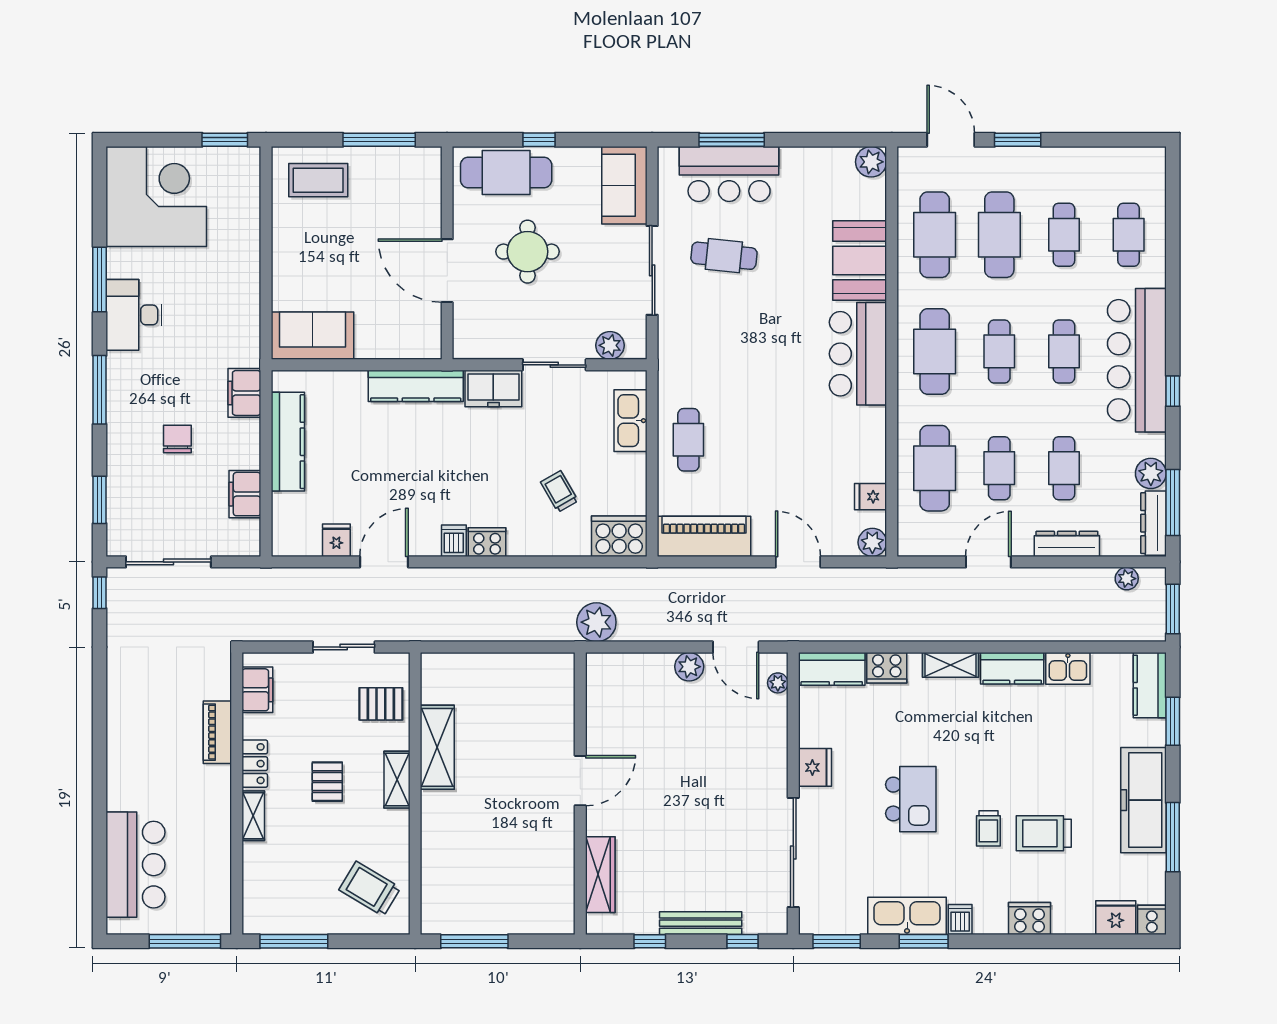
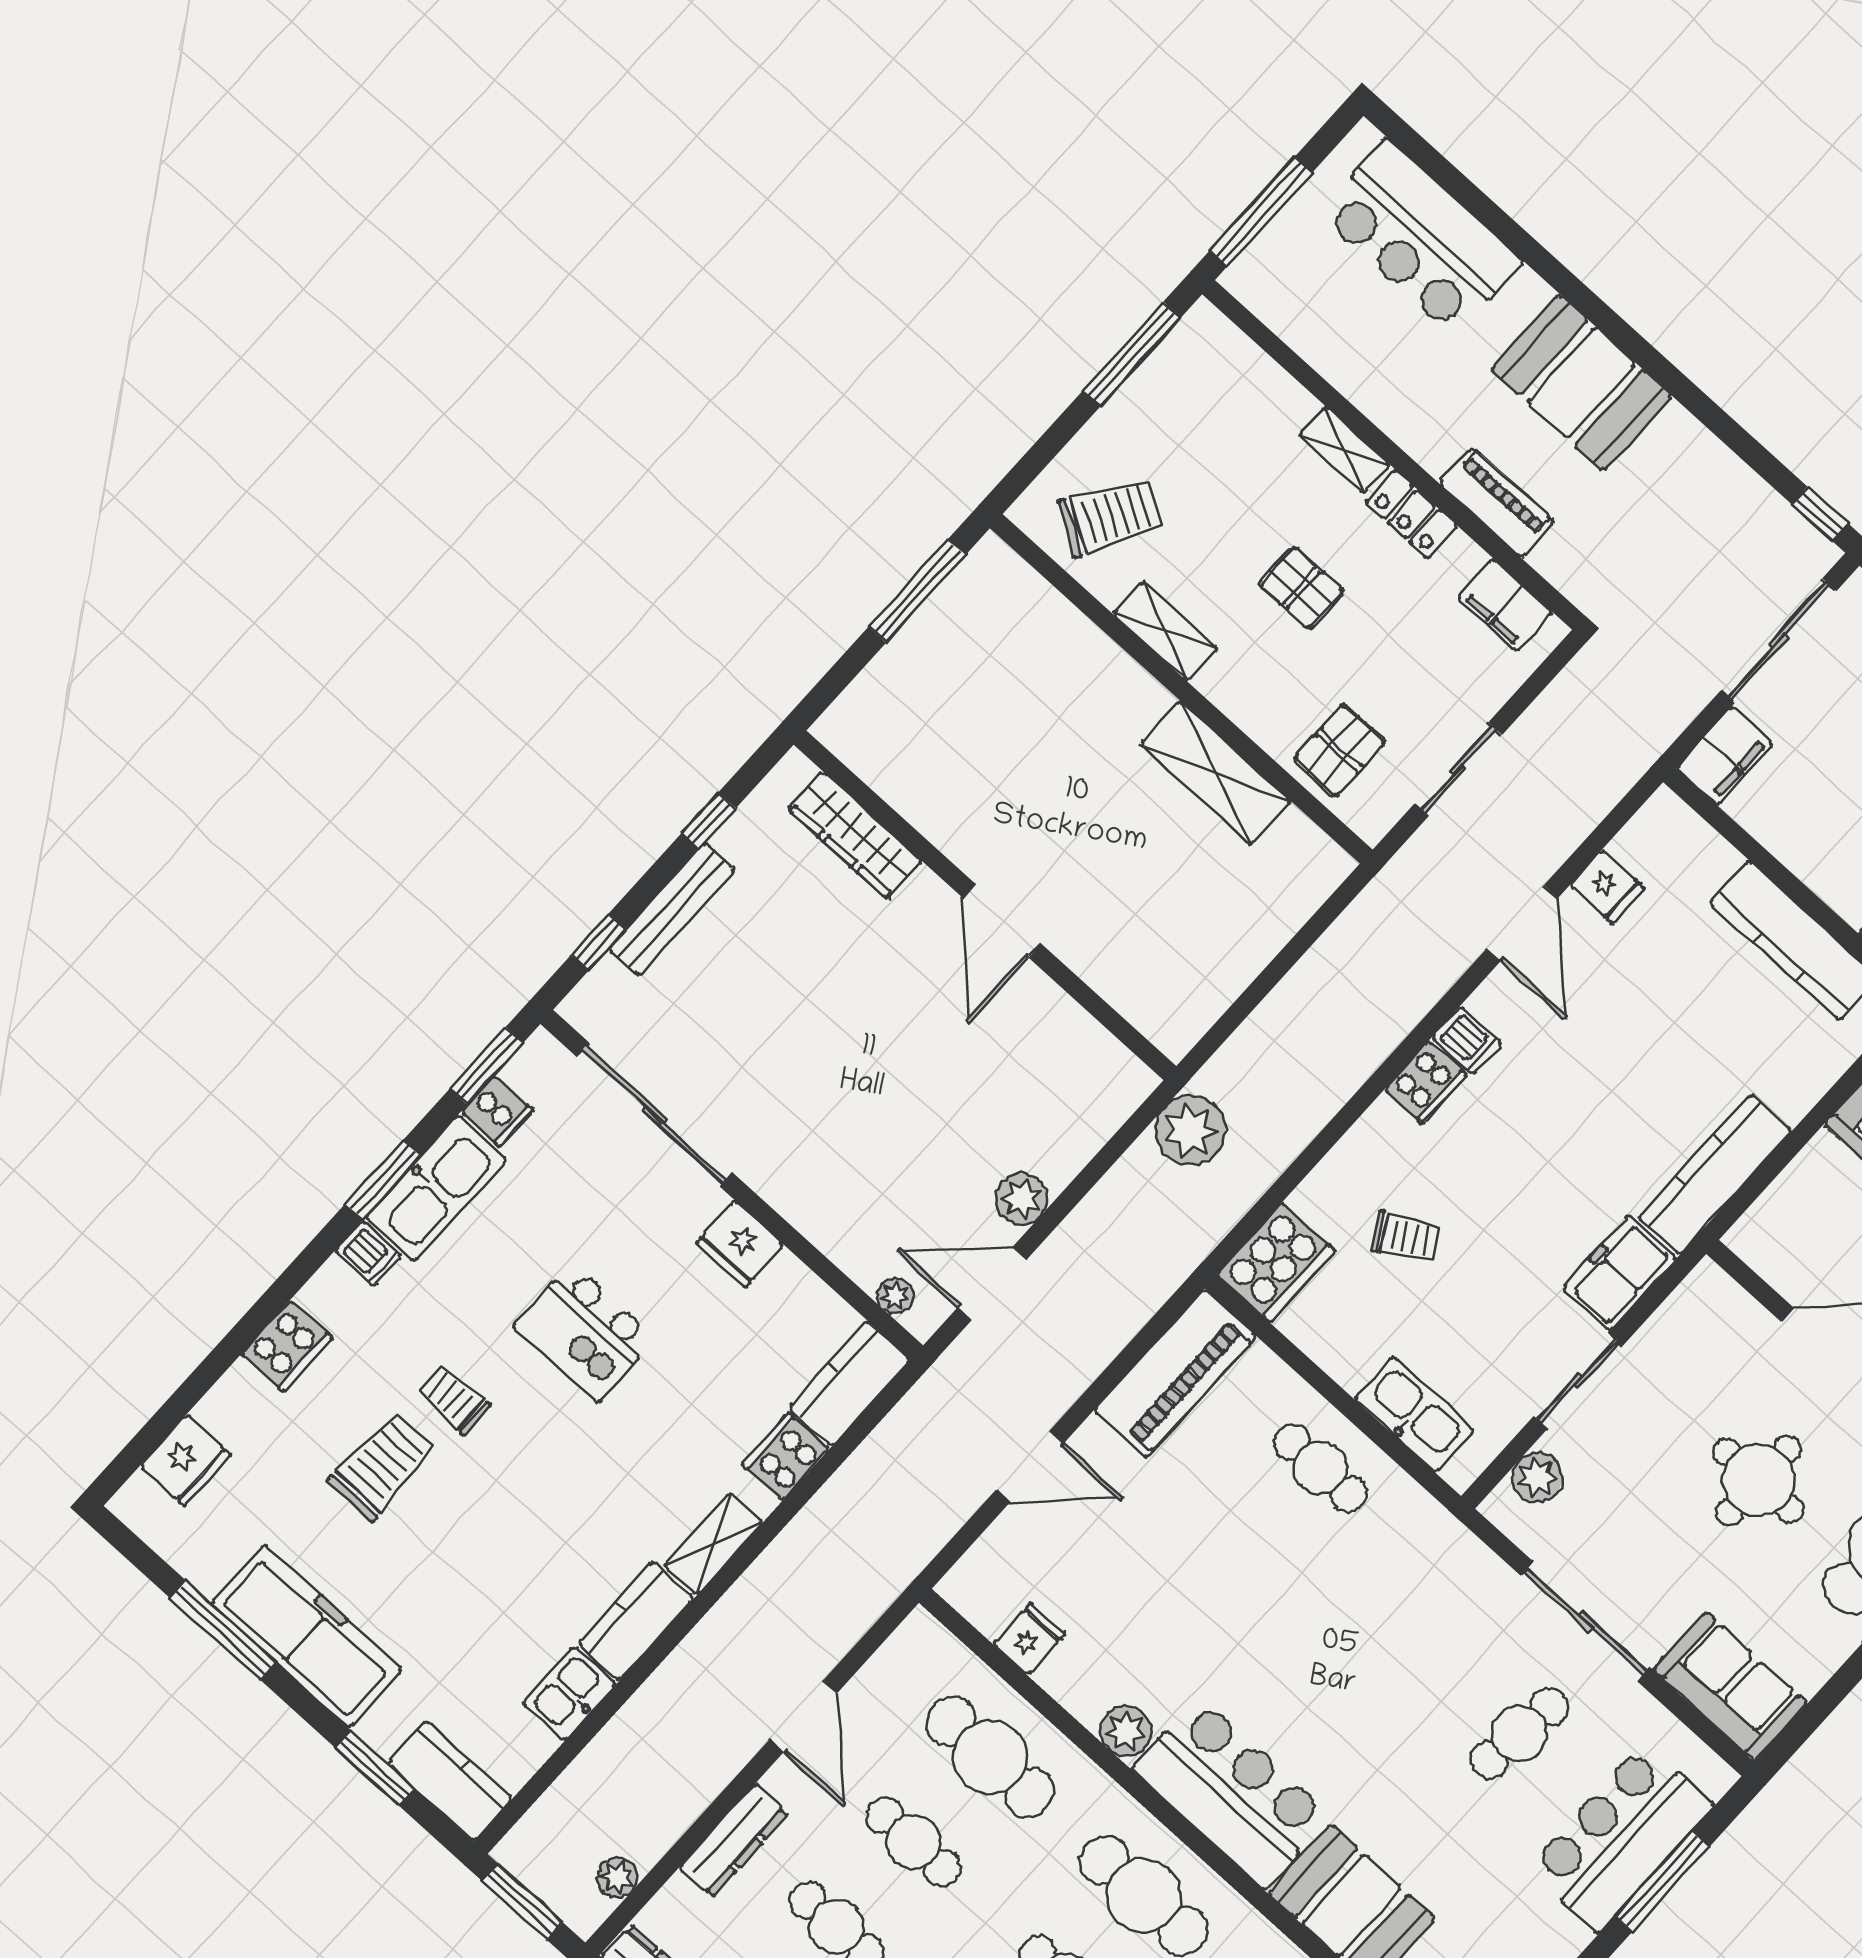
filing cabinet: (245, 494) -> (1725, 756), moved, turned 90
plant: (872, 542) -> (1126, 1731), moved
booth: (135, 742) -> (1581, 383), added
shelving: (397, 780) -> (1165, 631), moved
cooker: (1152, 920) -> (497, 1111), moved

